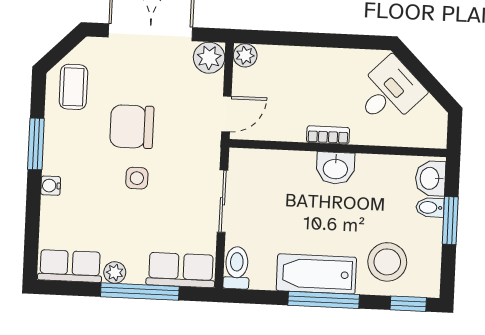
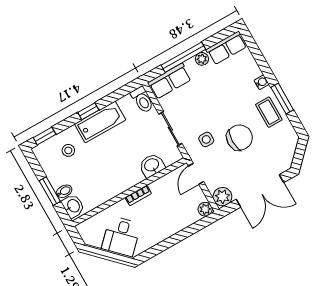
coffee table: (73, 87) -> (269, 112), moved
washbasin: (335, 168) -> (152, 165), moved
side table: (137, 178) -> (206, 139), moved
stool: (387, 262) -> (68, 150), width x0.53, depth x0.53
window: (324, 300) -> (88, 111), width x0.46

